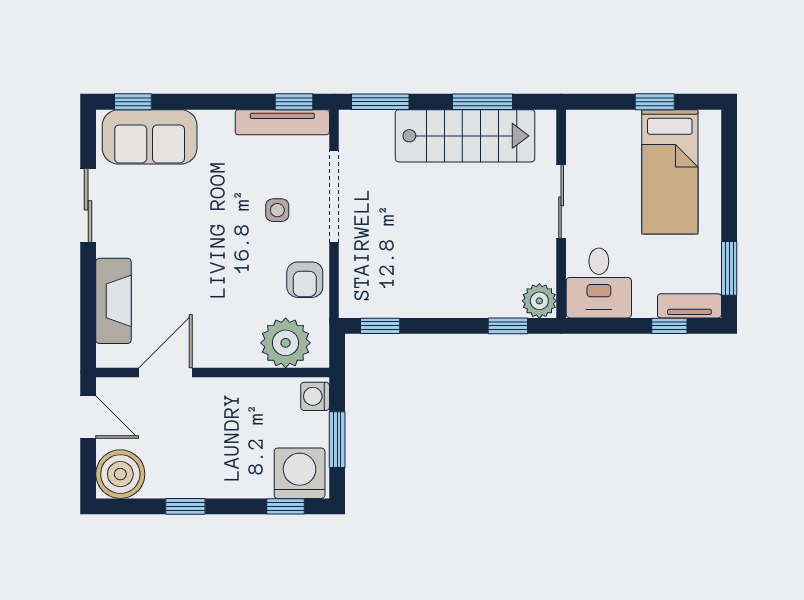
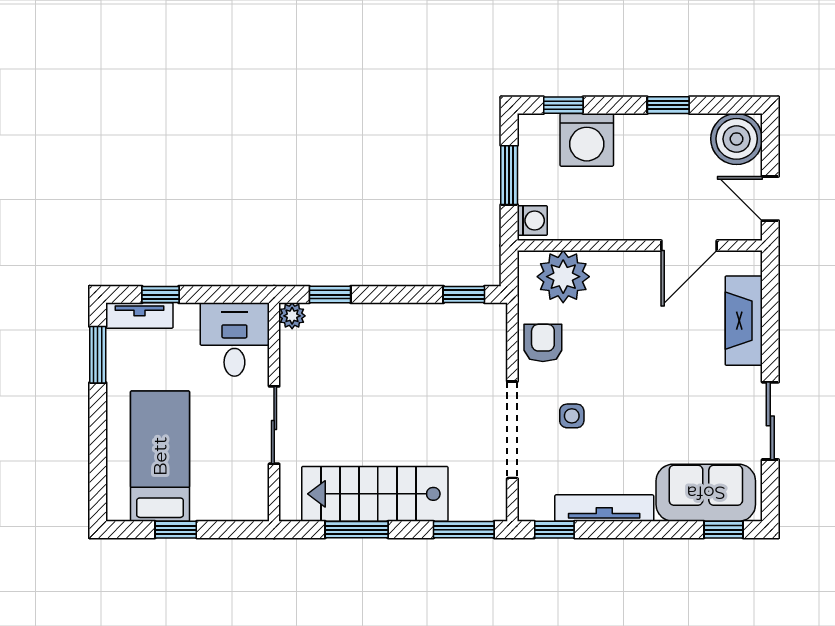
tv unit: (282, 122) -> (604, 508), moved
plant: (539, 301) -> (292, 316), width x0.73, depth x0.73
washing machine: (300, 473) -> (587, 140), moved

